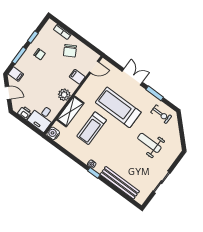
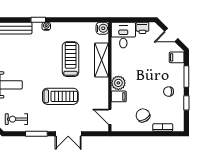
door: (94, 67) -> (110, 117), hinge flipped
plant: (64, 95) -> (118, 83), moved
treadmill: (118, 107) -> (60, 96), width x0.73, depth x0.73

